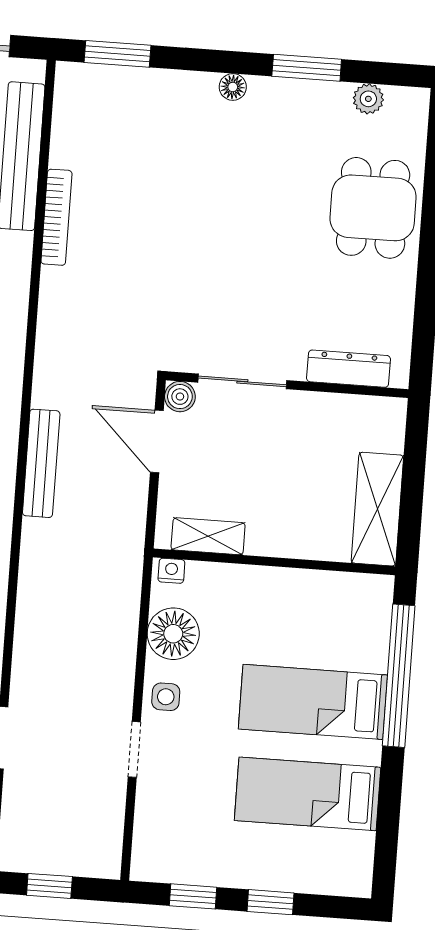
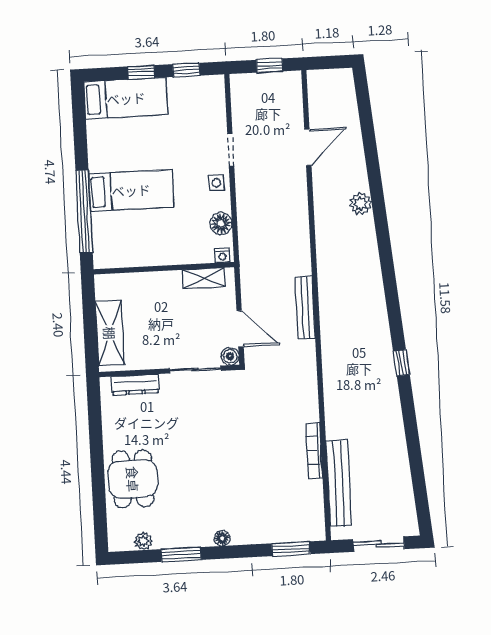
shelving: (377, 509) -> (110, 333), moved
floor lamp: (173, 634) -> (221, 223), width x0.73, depth x0.73
bed: (308, 794) -> (126, 98), moved

